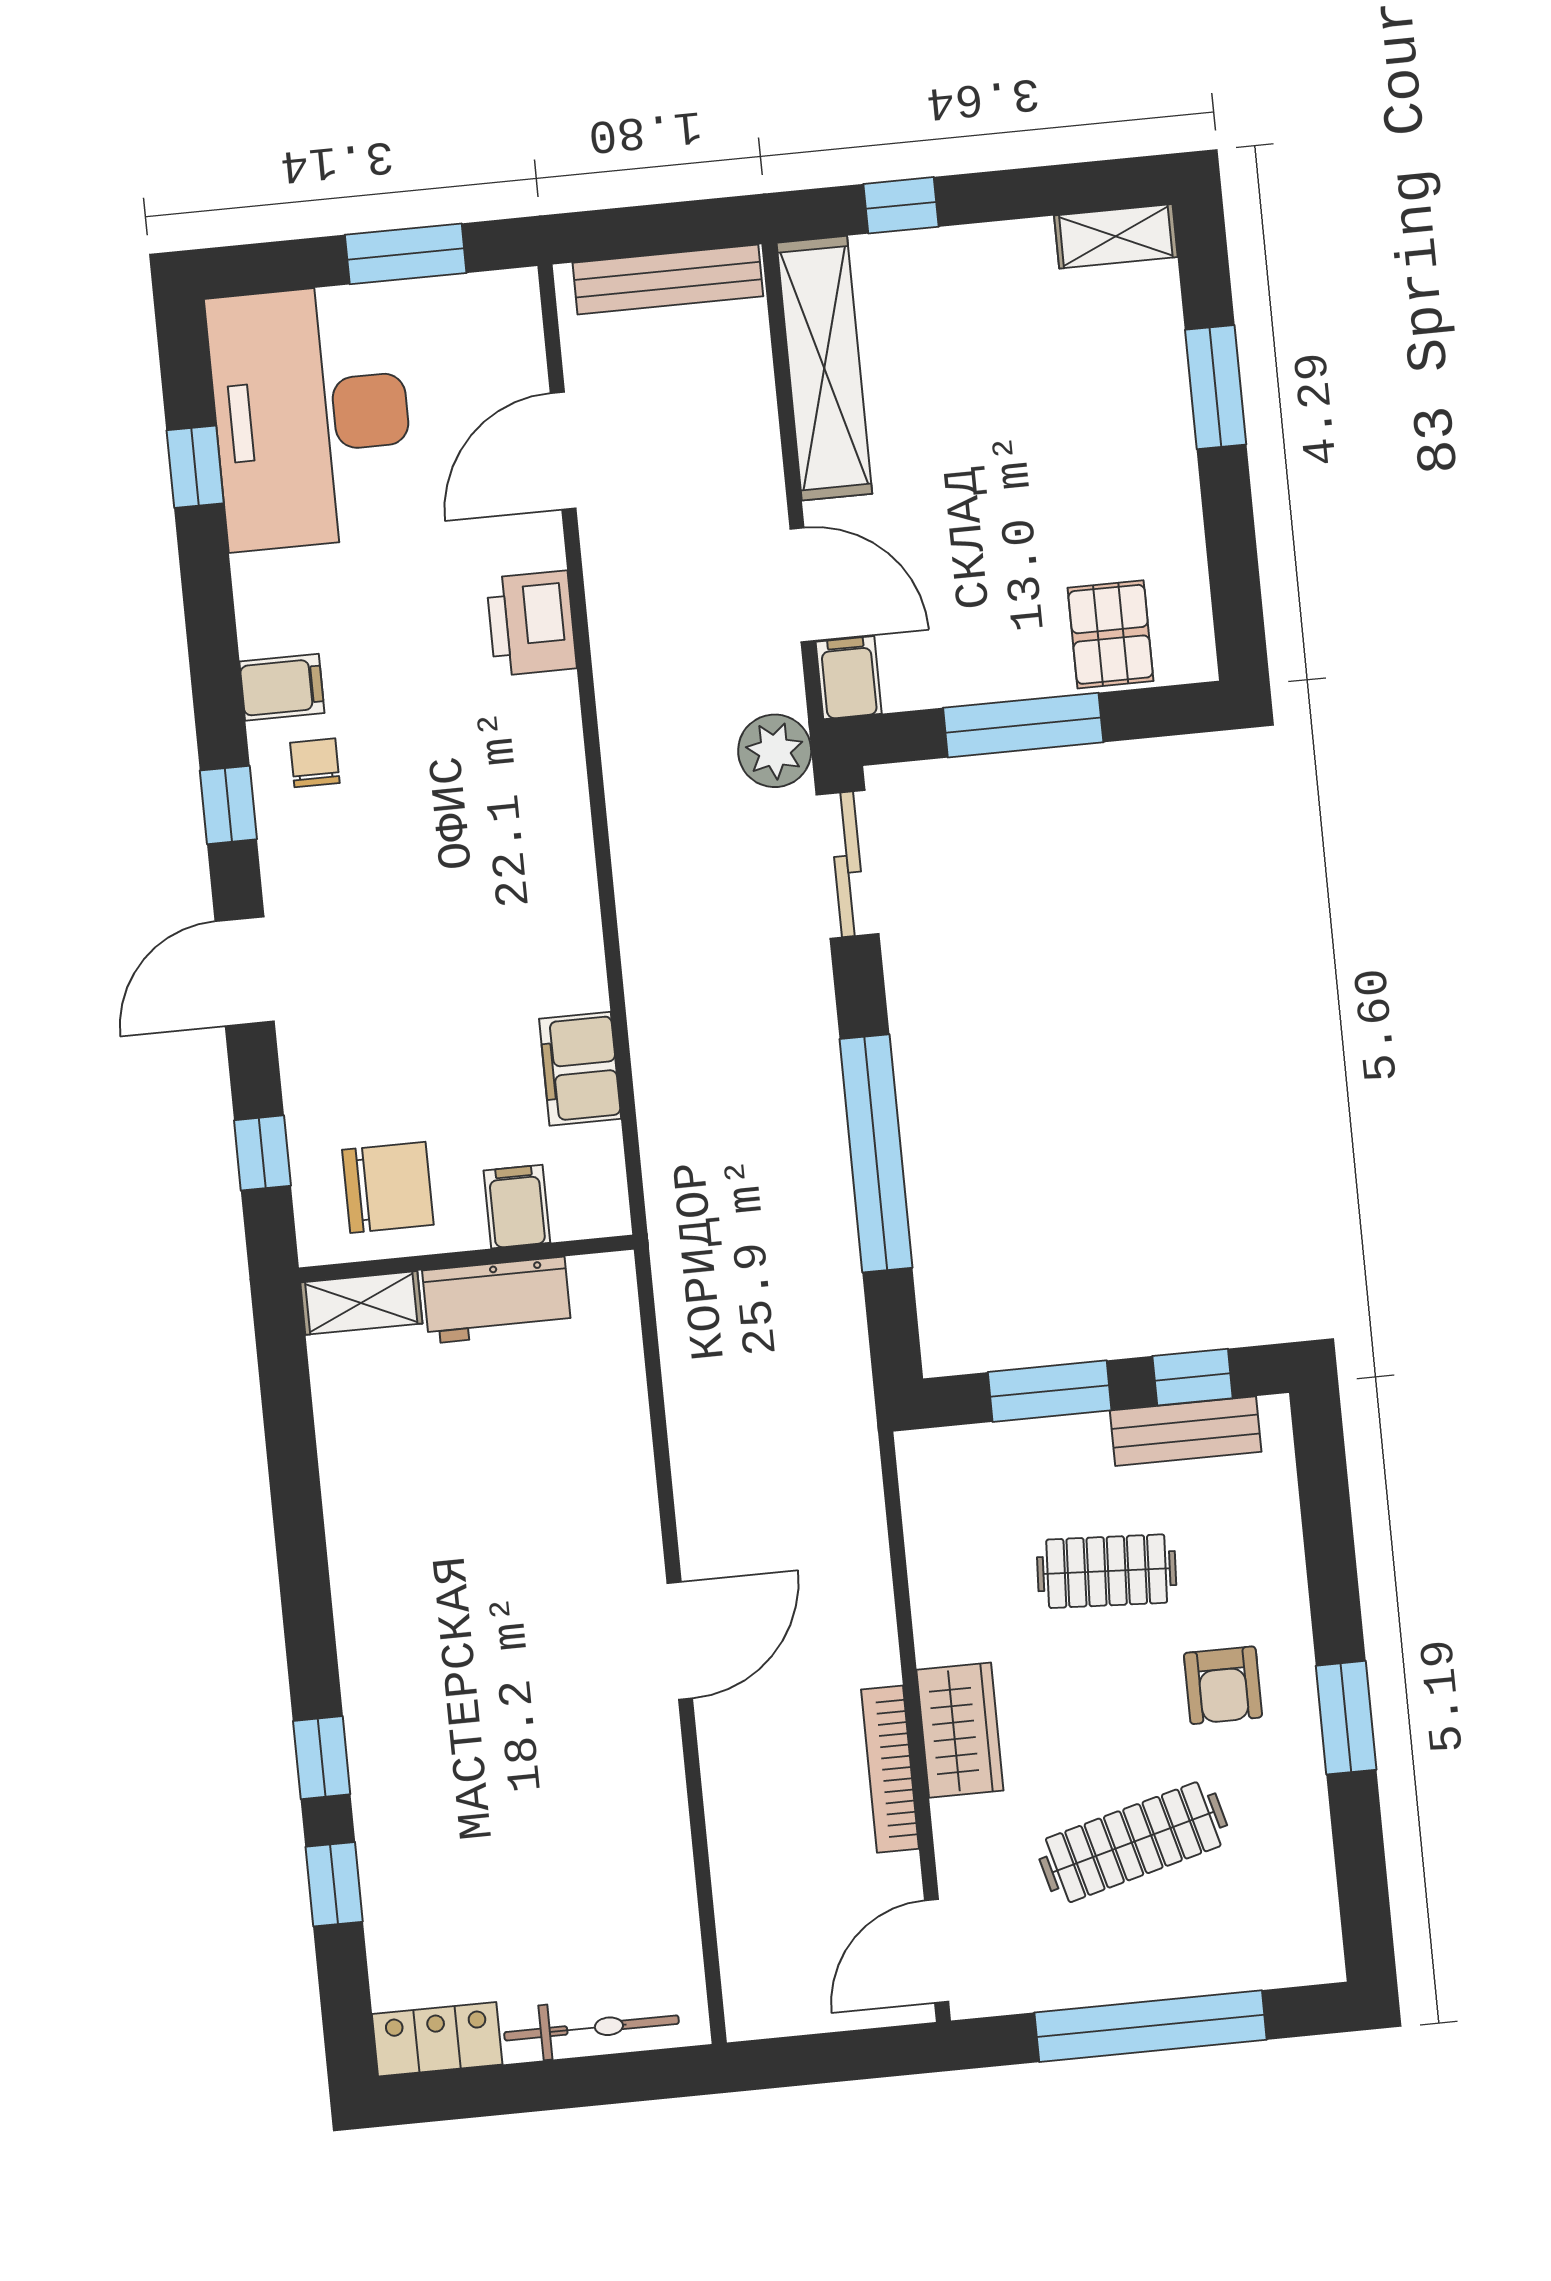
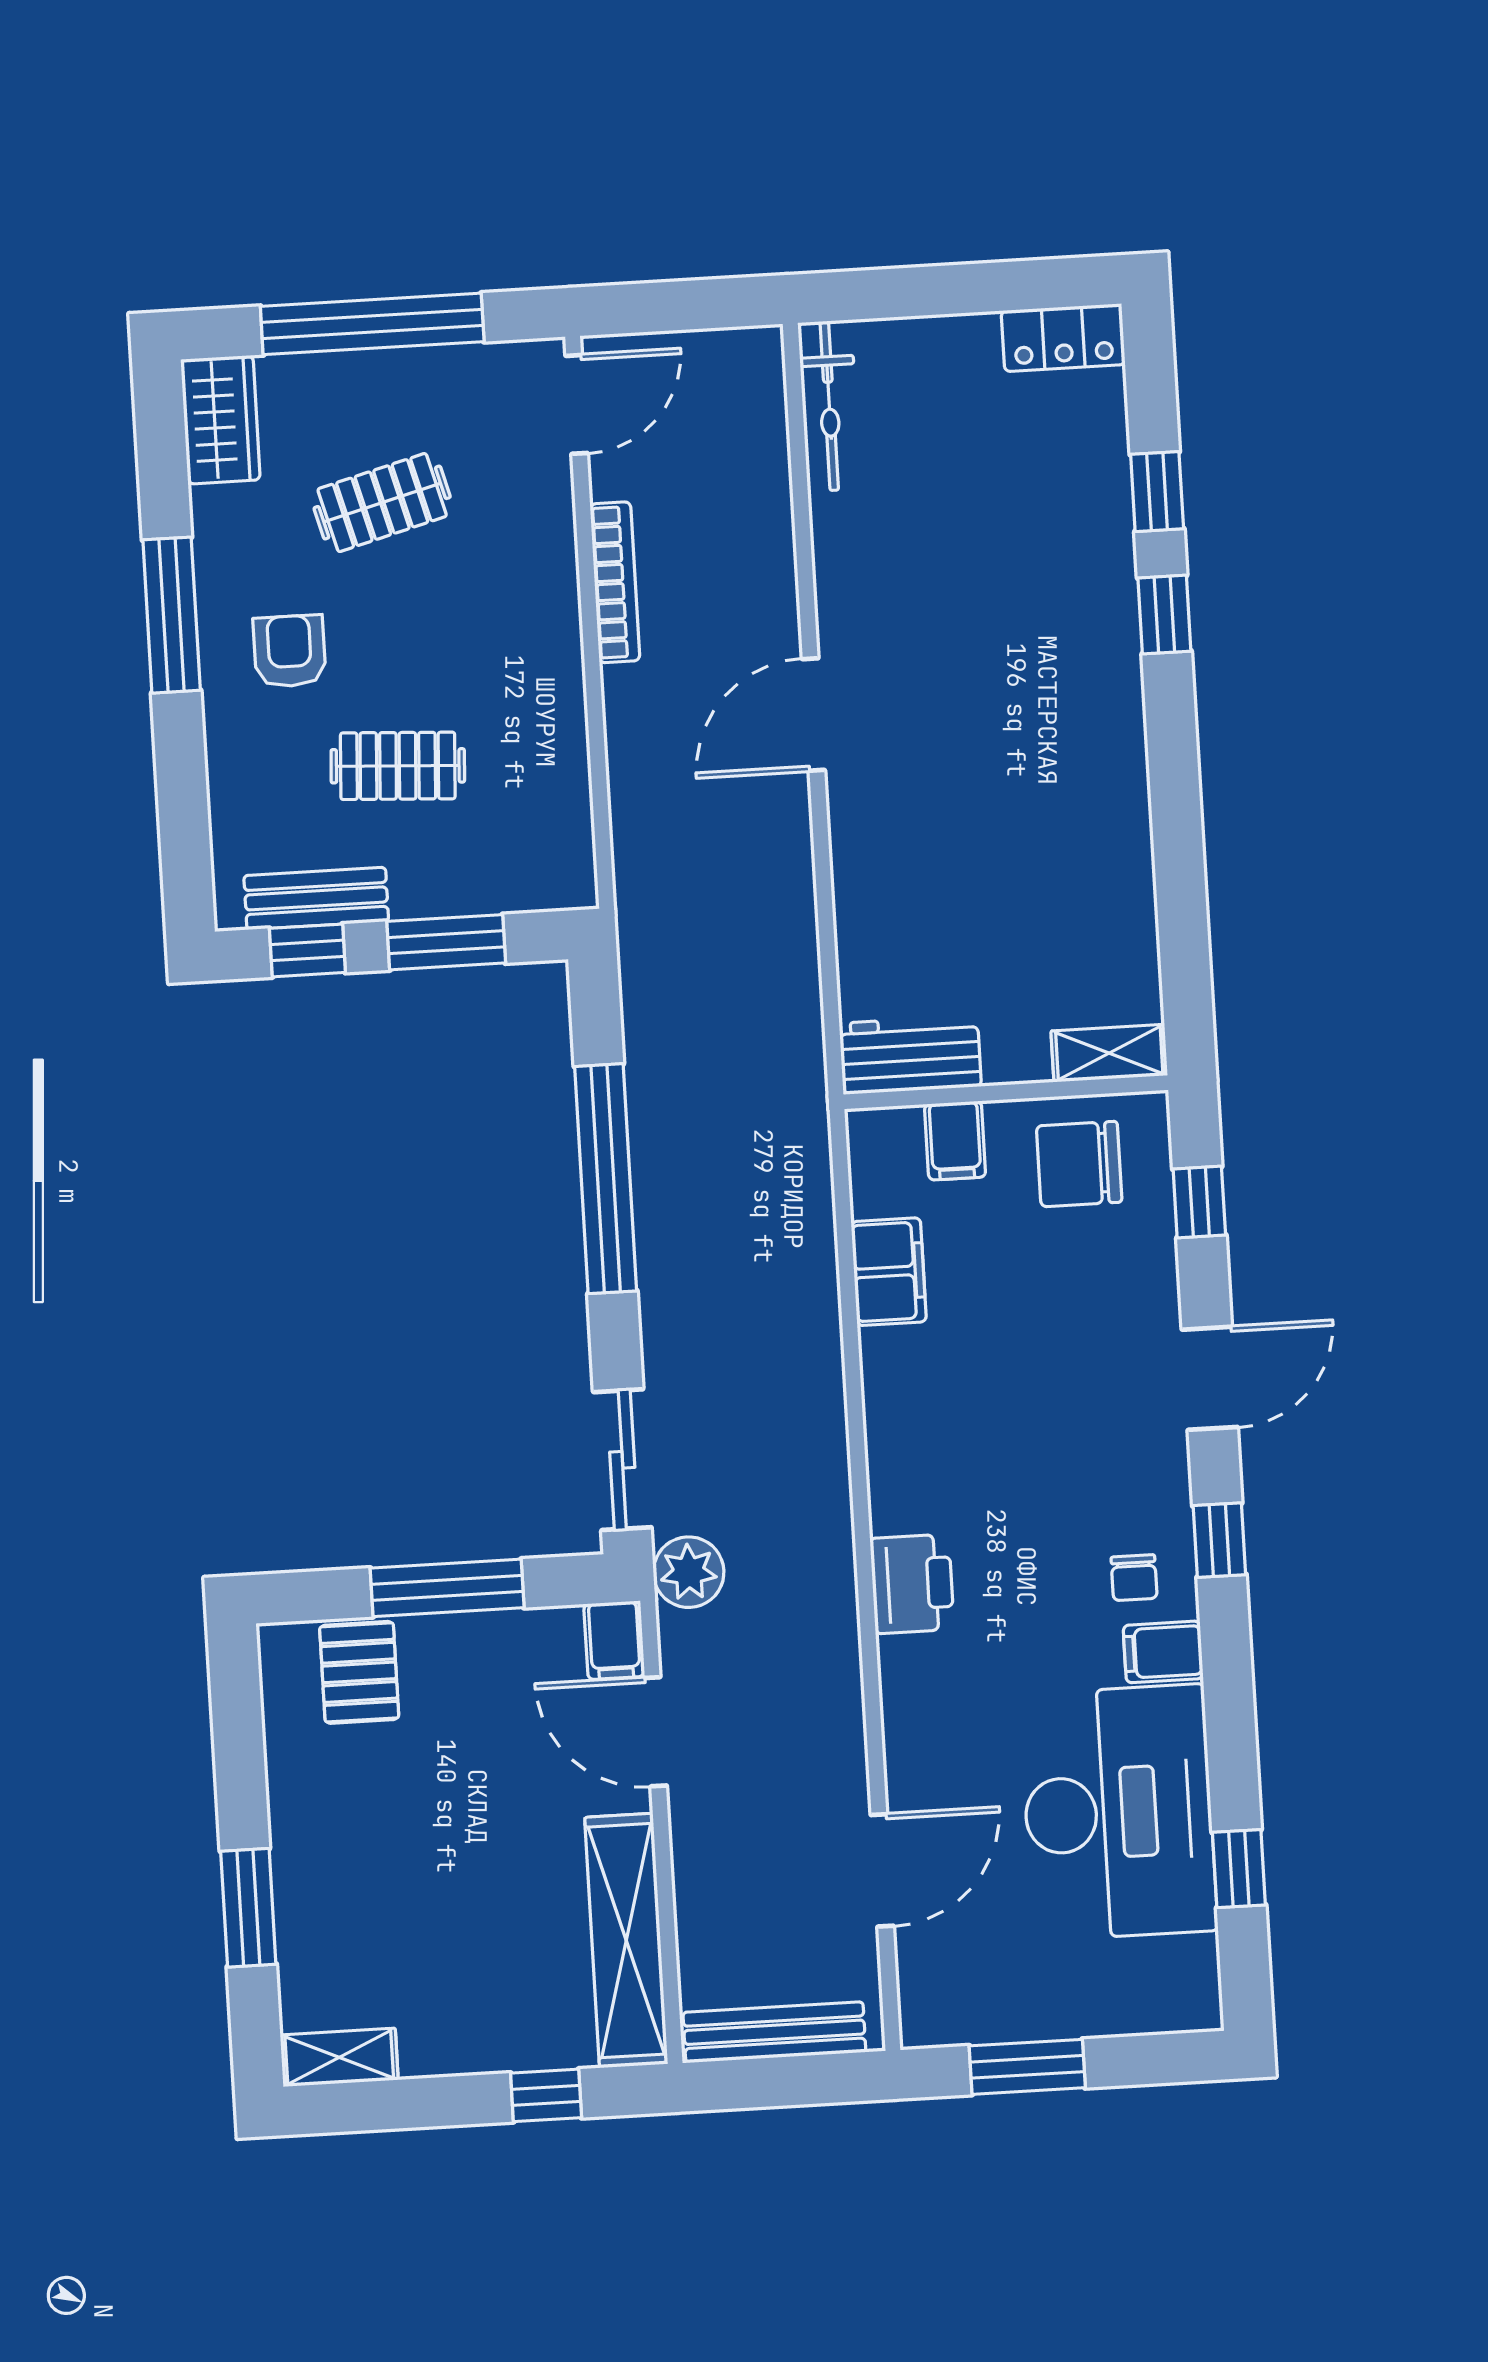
desk: (311, 417) -> (1118, 1812), moved
printer: (531, 623) -> (912, 1584), moved
workbench: (497, 1300) -> (910, 1055), moved
window: (1346, 1718) -> (172, 615), width x1.44
wardrobe: (960, 1730) -> (220, 420), moved, turned 180
clothes rail: (1133, 1842) -> (382, 503), width x0.73
bicycle: (592, 2028) -> (829, 406), moved, turned -90

